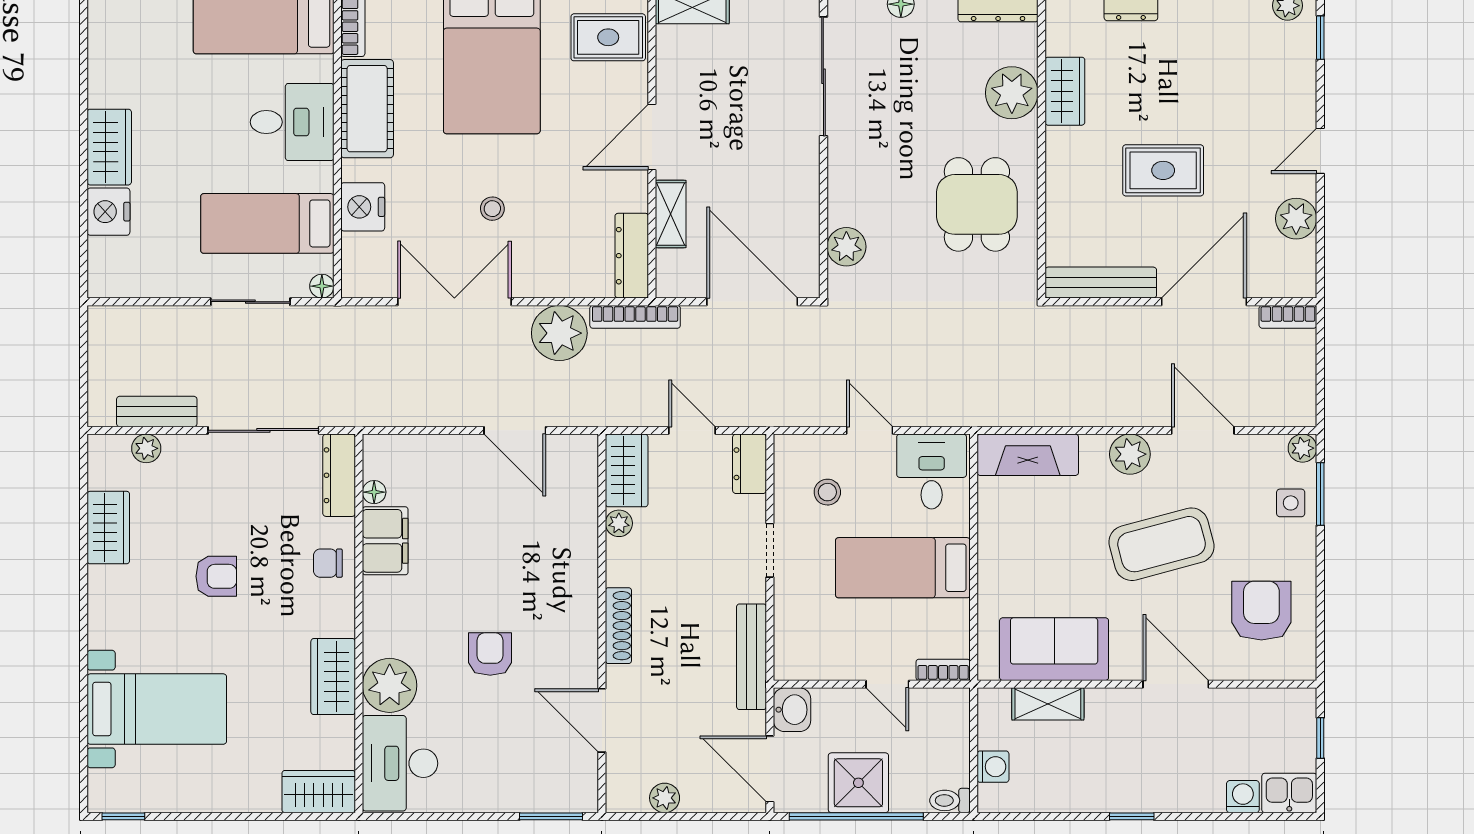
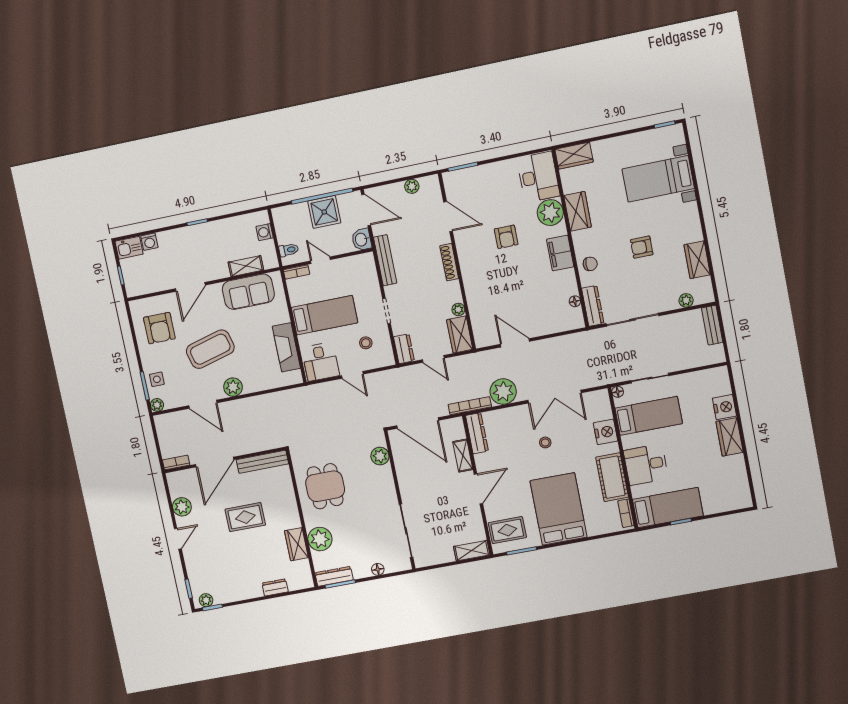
bench: (157, 411) -> (712, 325), moved, turned 90
fireplace: (1028, 455) -> (286, 347), moved, turned -90
filing cabinet: (385, 541) -> (560, 253), moved
door: (1176, 684) -> (190, 287), hinge flipped
toilet: (950, 800) -> (289, 250), moved

